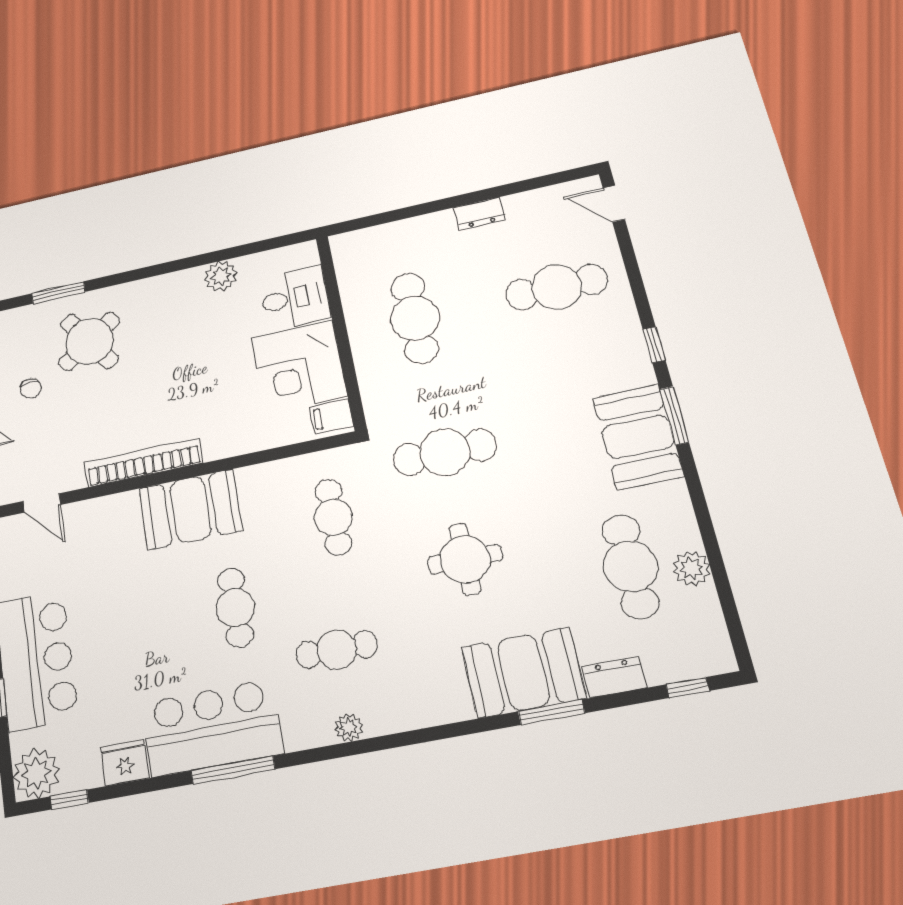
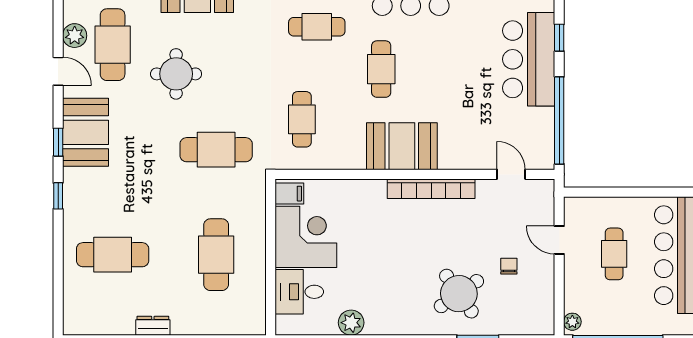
door: (614, 204) -> (58, 71), moved
window: (674, 416) -> (58, 142), width x0.67
round table: (465, 559) -> (176, 74), moved

